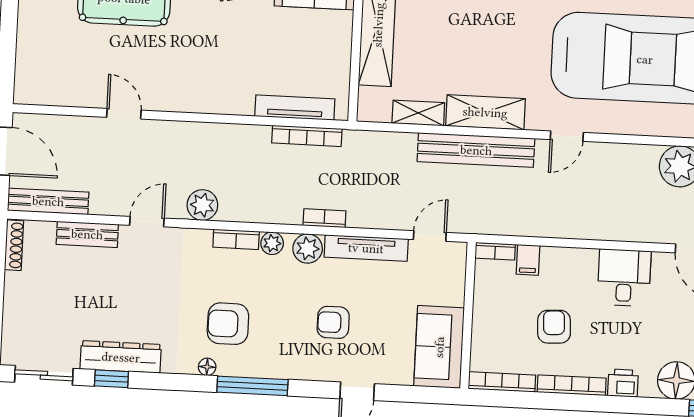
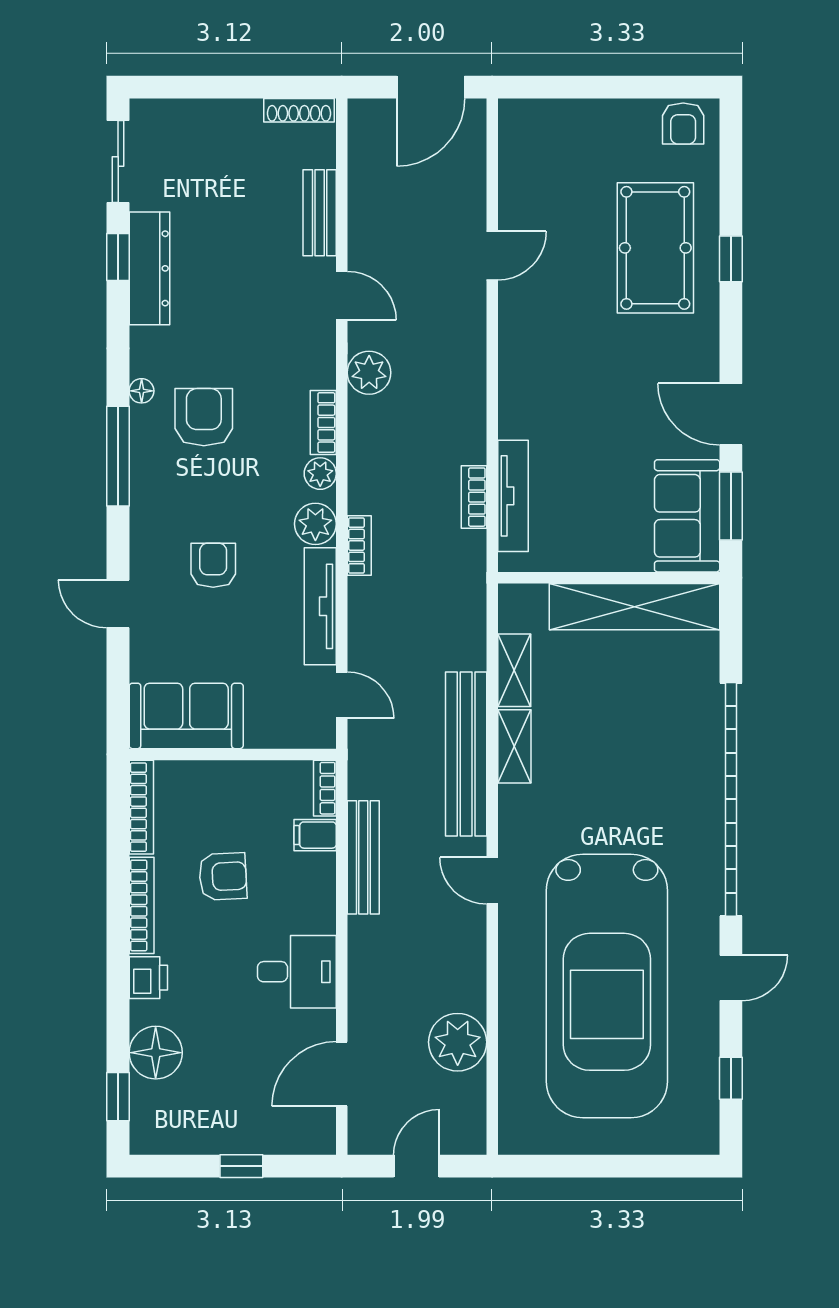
shelving: (485, 112) -> (514, 746), width x0.67, depth x0.75
bookcase: (307, 136) -> (474, 497), width x0.64
bench: (48, 201) -> (363, 857), moved

